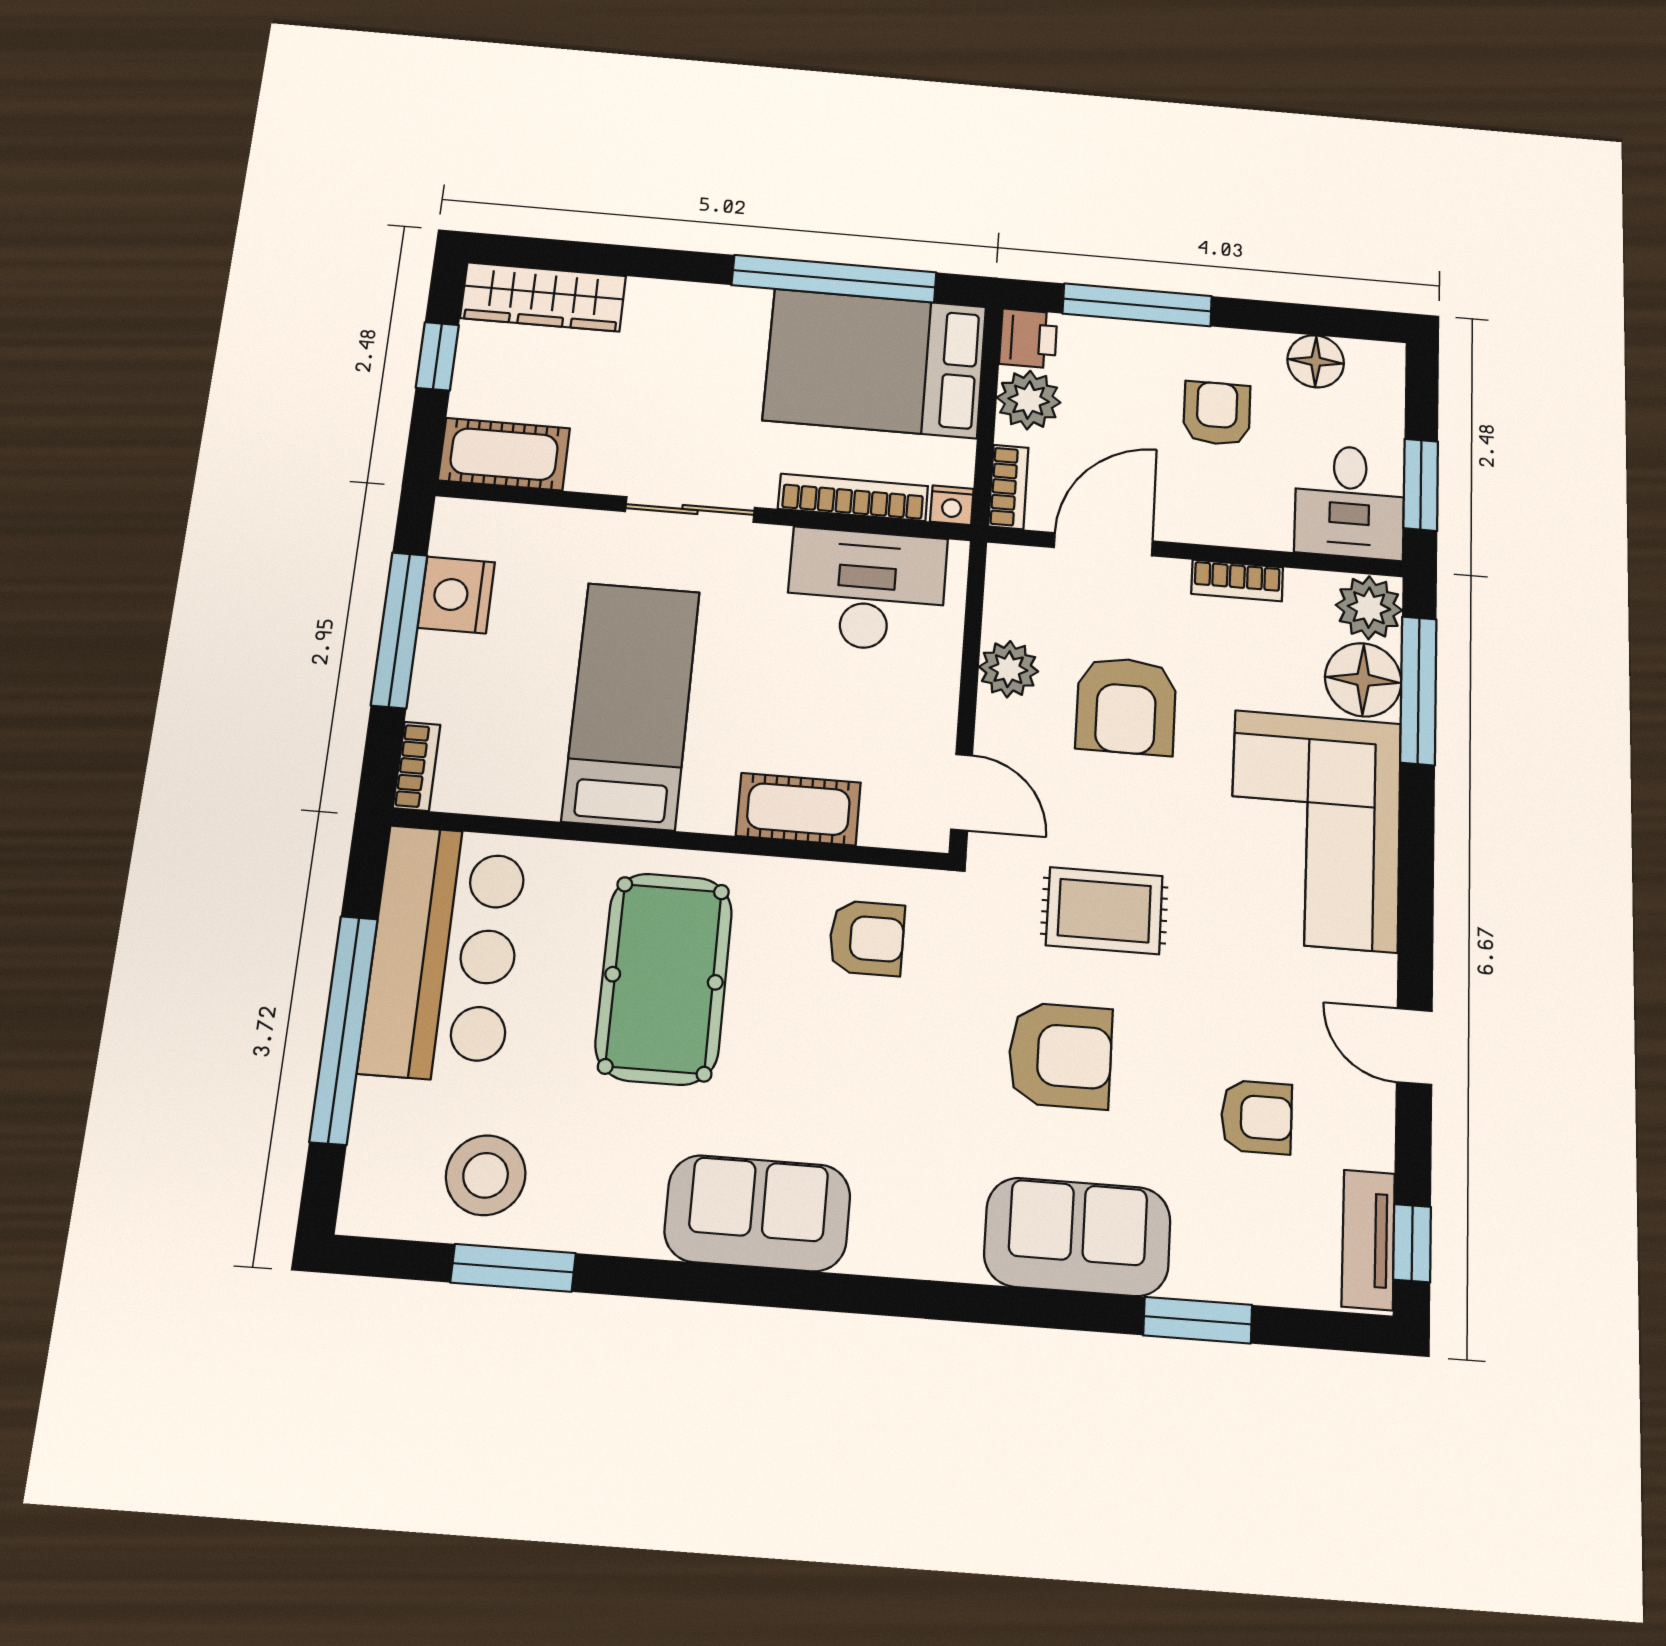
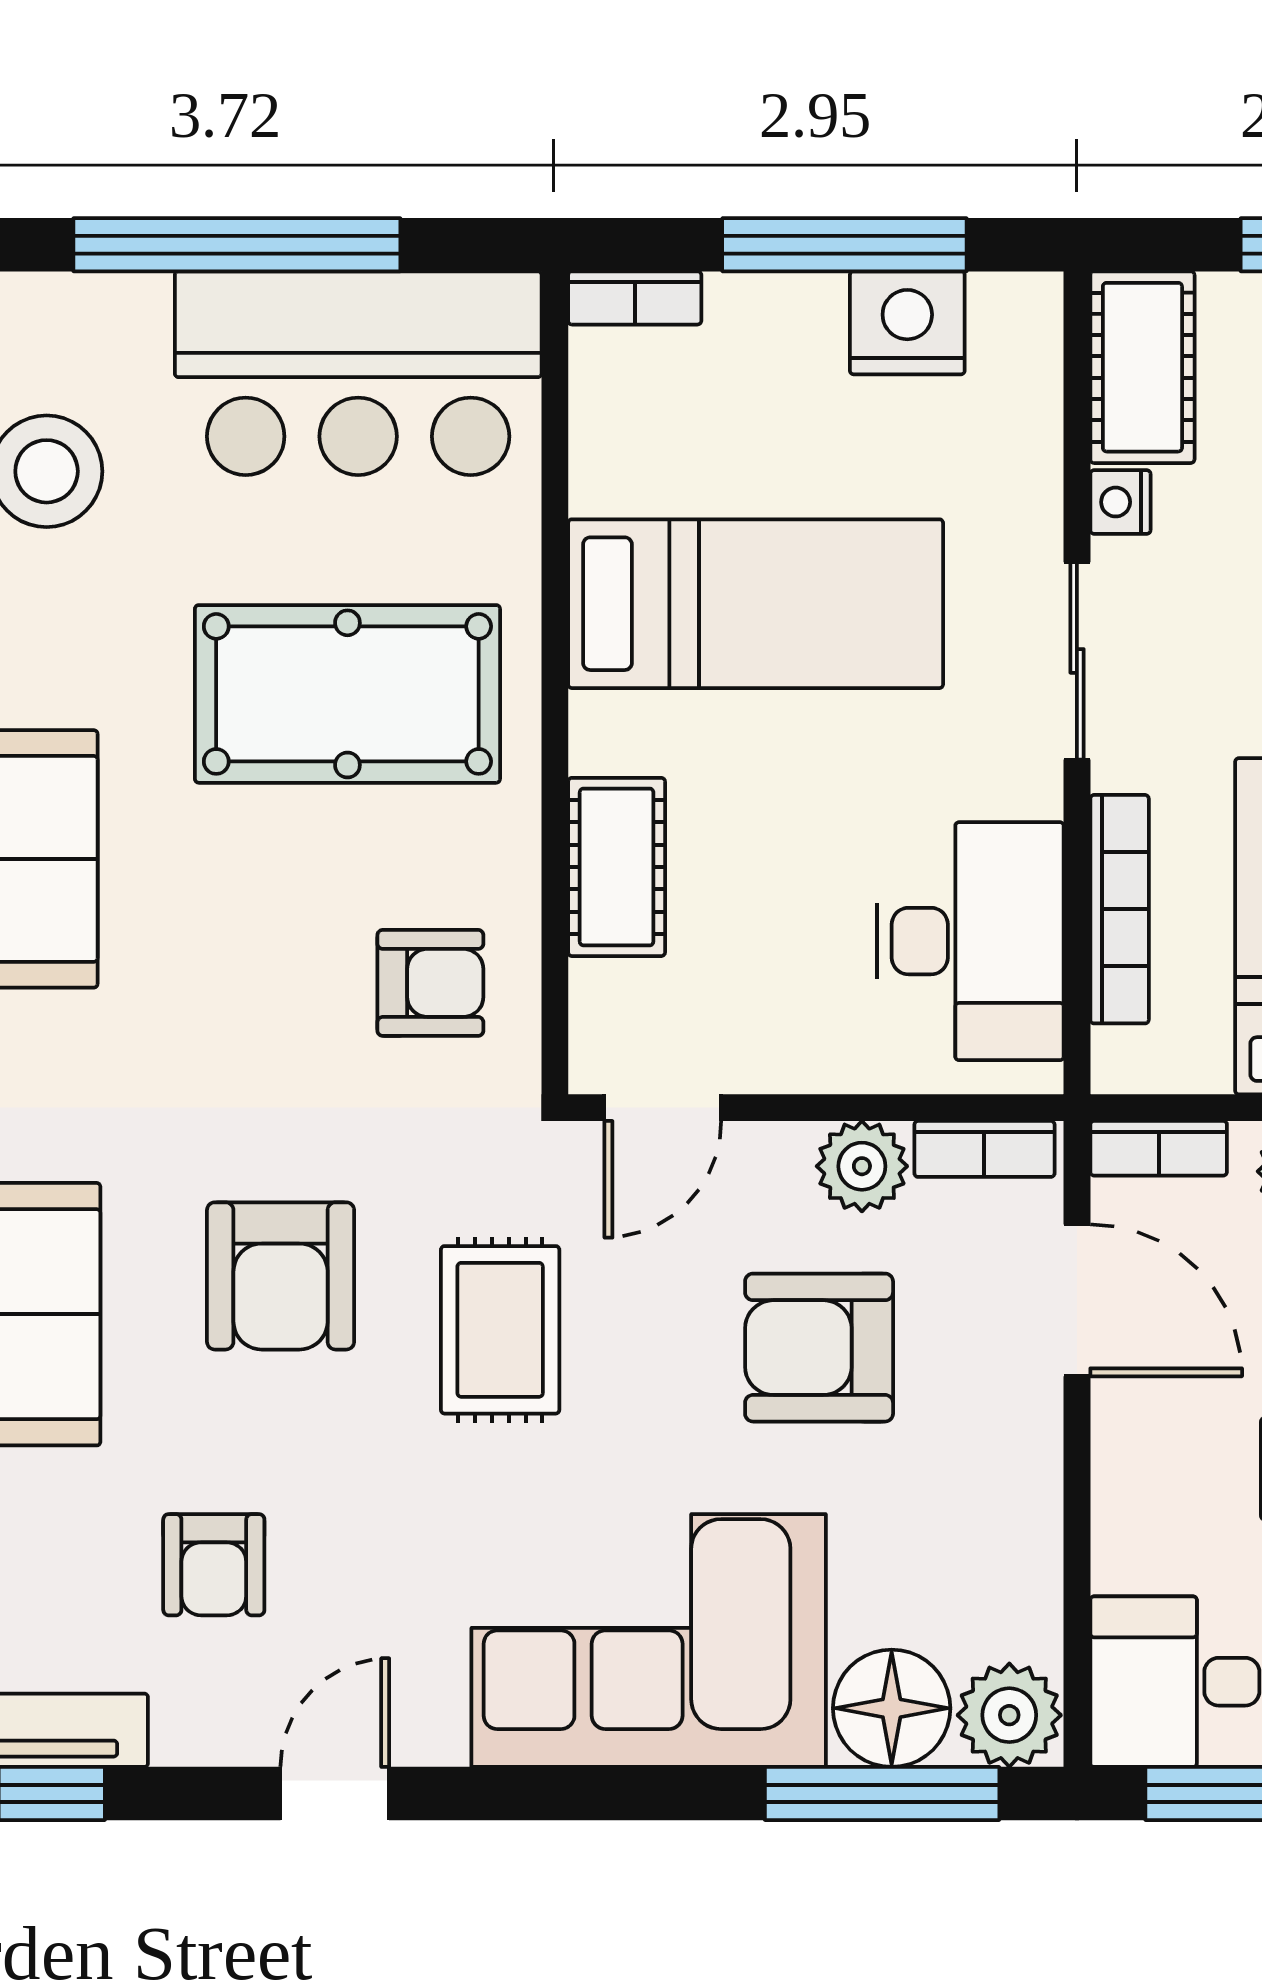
nightstand: (952, 505) -> (1120, 502), moved
bookcase: (1237, 581) -> (984, 1149), moved, turned -90
armchair: (867, 938) -> (430, 983), turned -90

